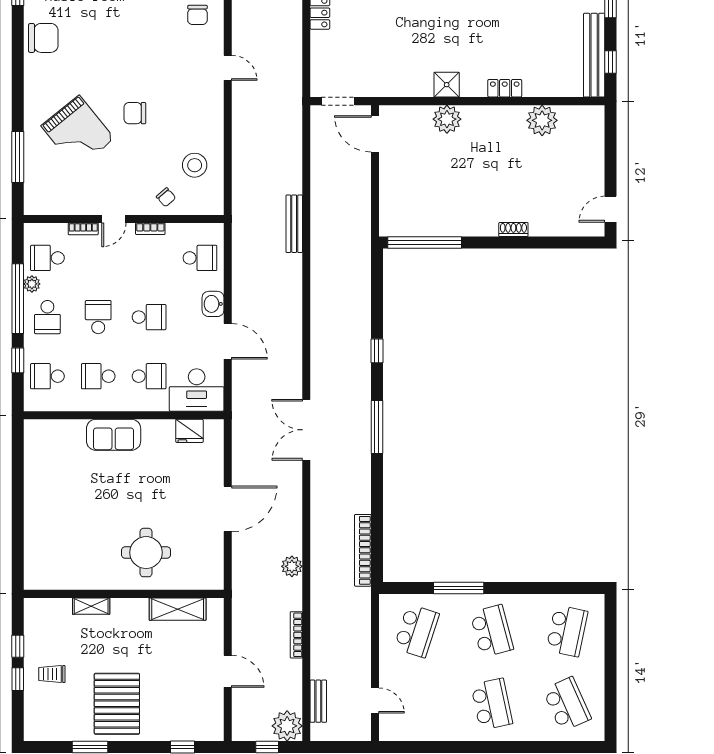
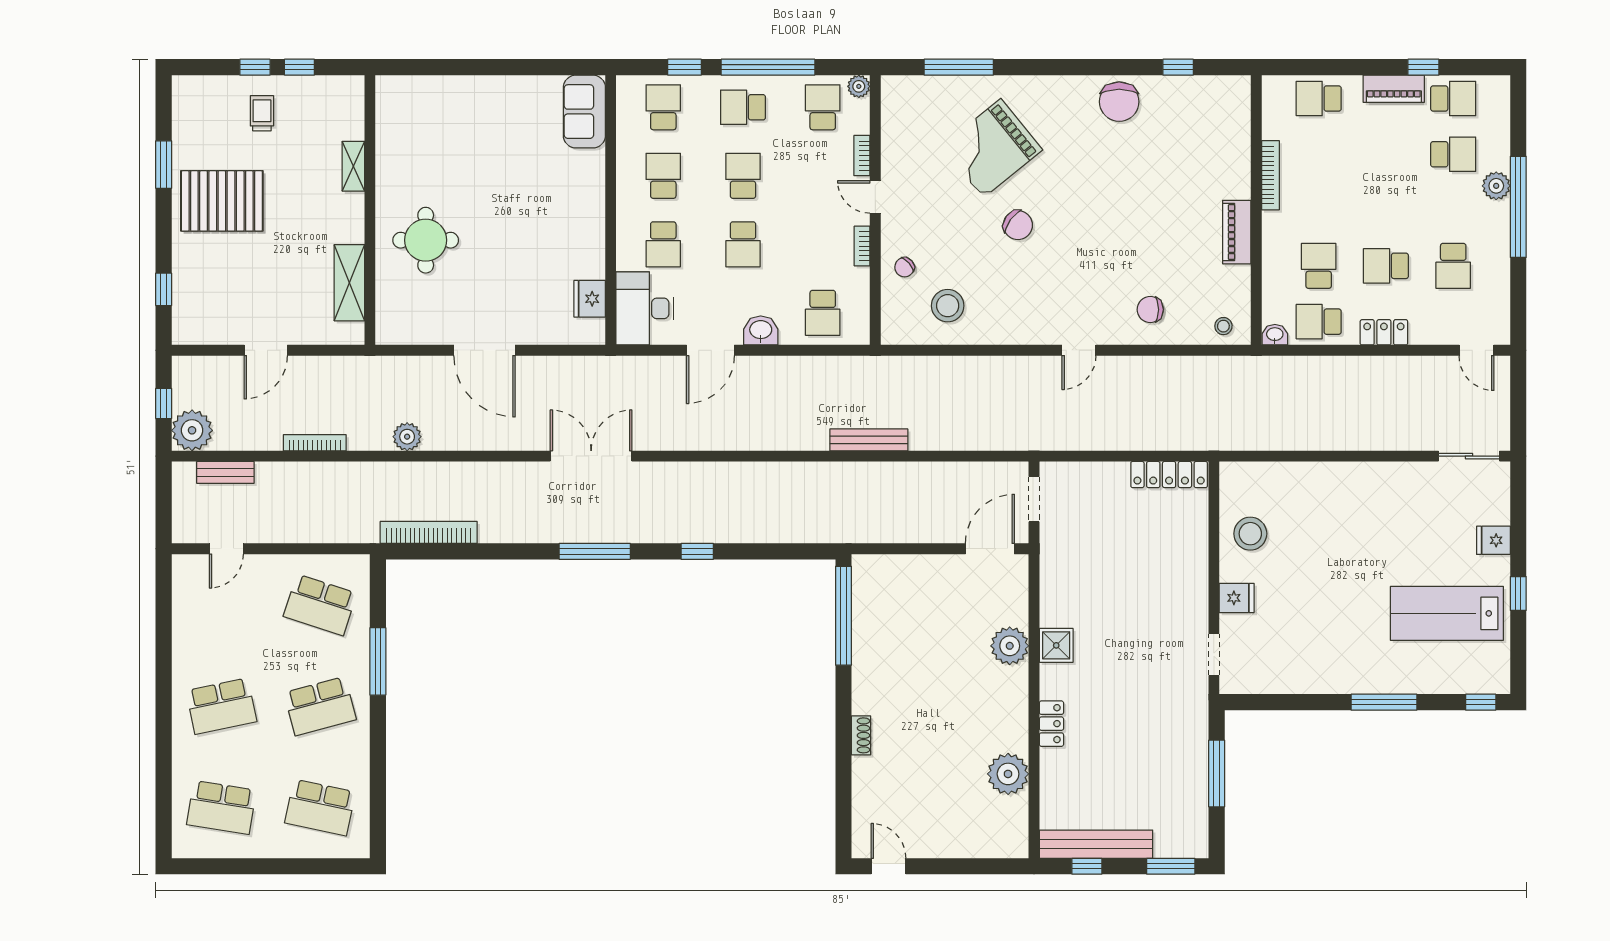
chair: (135, 113) -> (1018, 225), turned 126
plant: (32, 284) -> (859, 86), moved
school desk: (98, 317) -> (743, 176), turned -90
sofa: (114, 435) -> (584, 112), moved
school desk: (567, 704) -> (221, 807), turned 33

